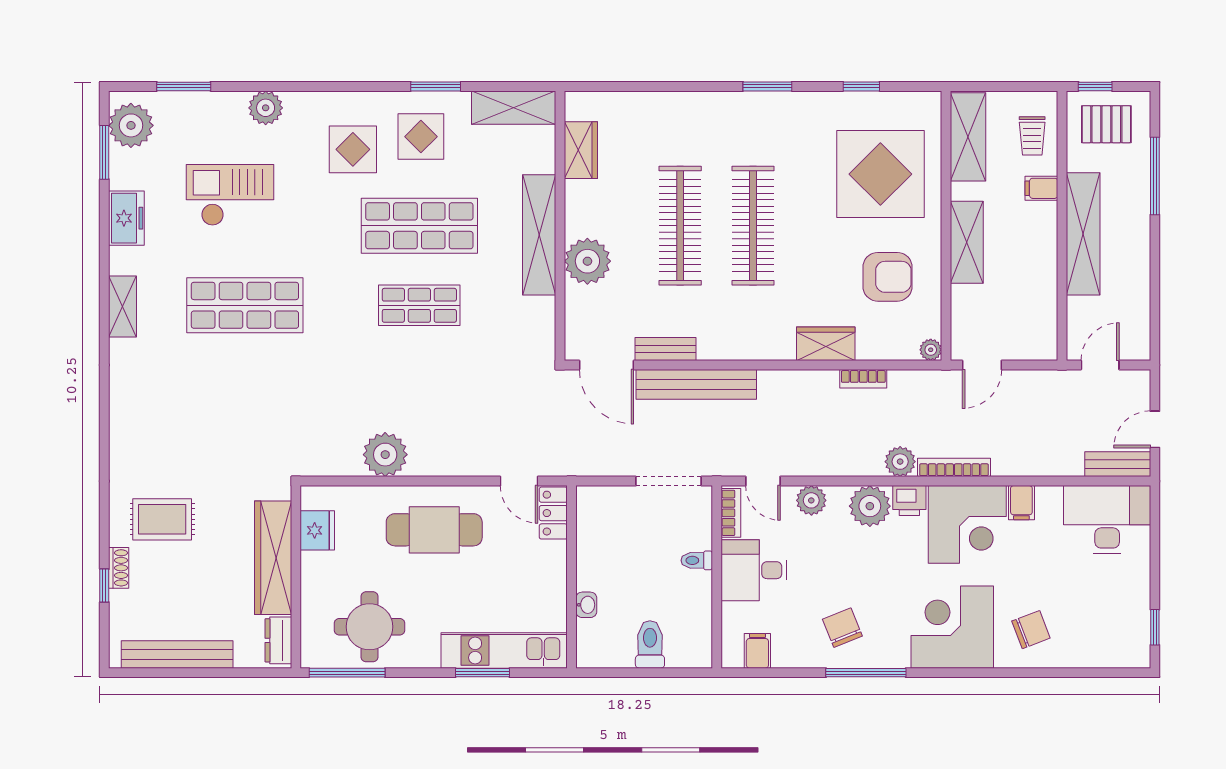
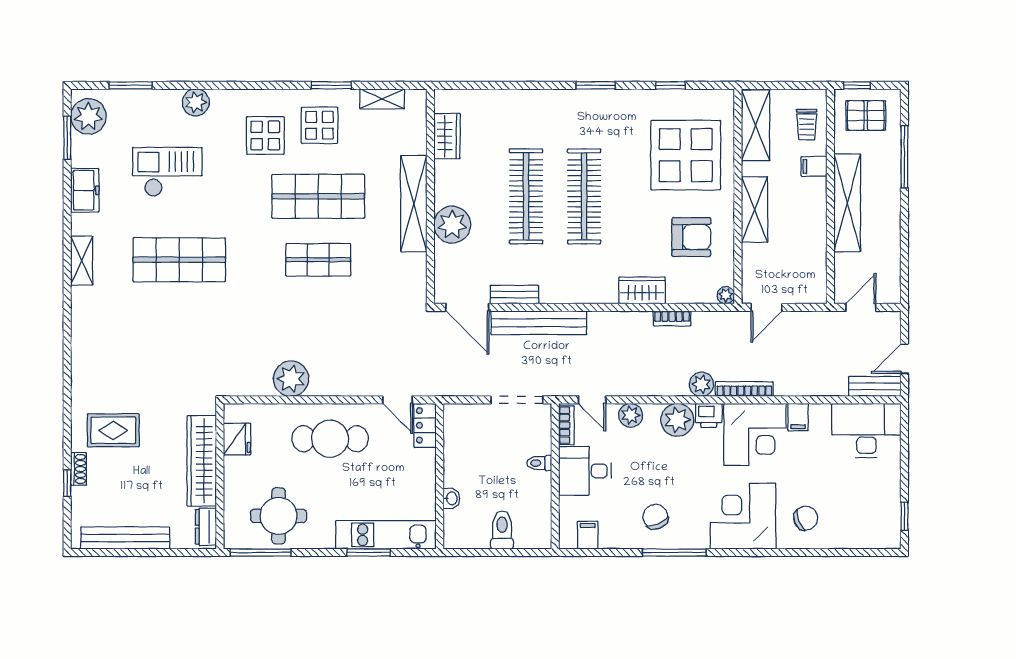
shelving: (513, 108) -> (382, 99), width x0.67, depth x0.75

